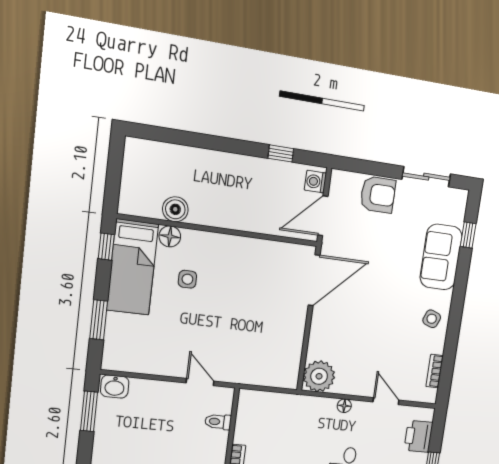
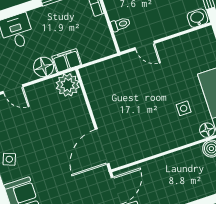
filing cabinet: (306, 406) -> (67, 61), added
floor lamp: (344, 406) -> (44, 67), width x1.89, depth x1.89

